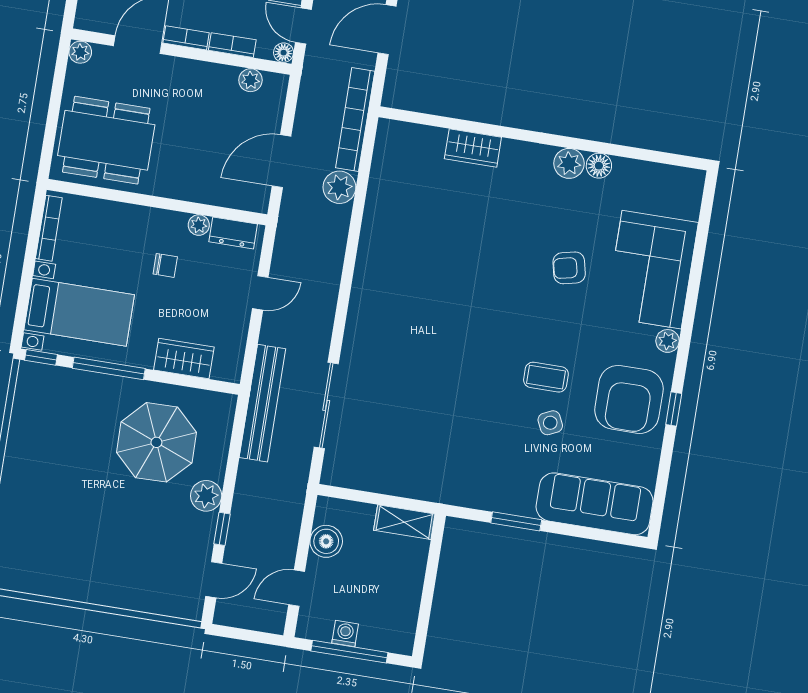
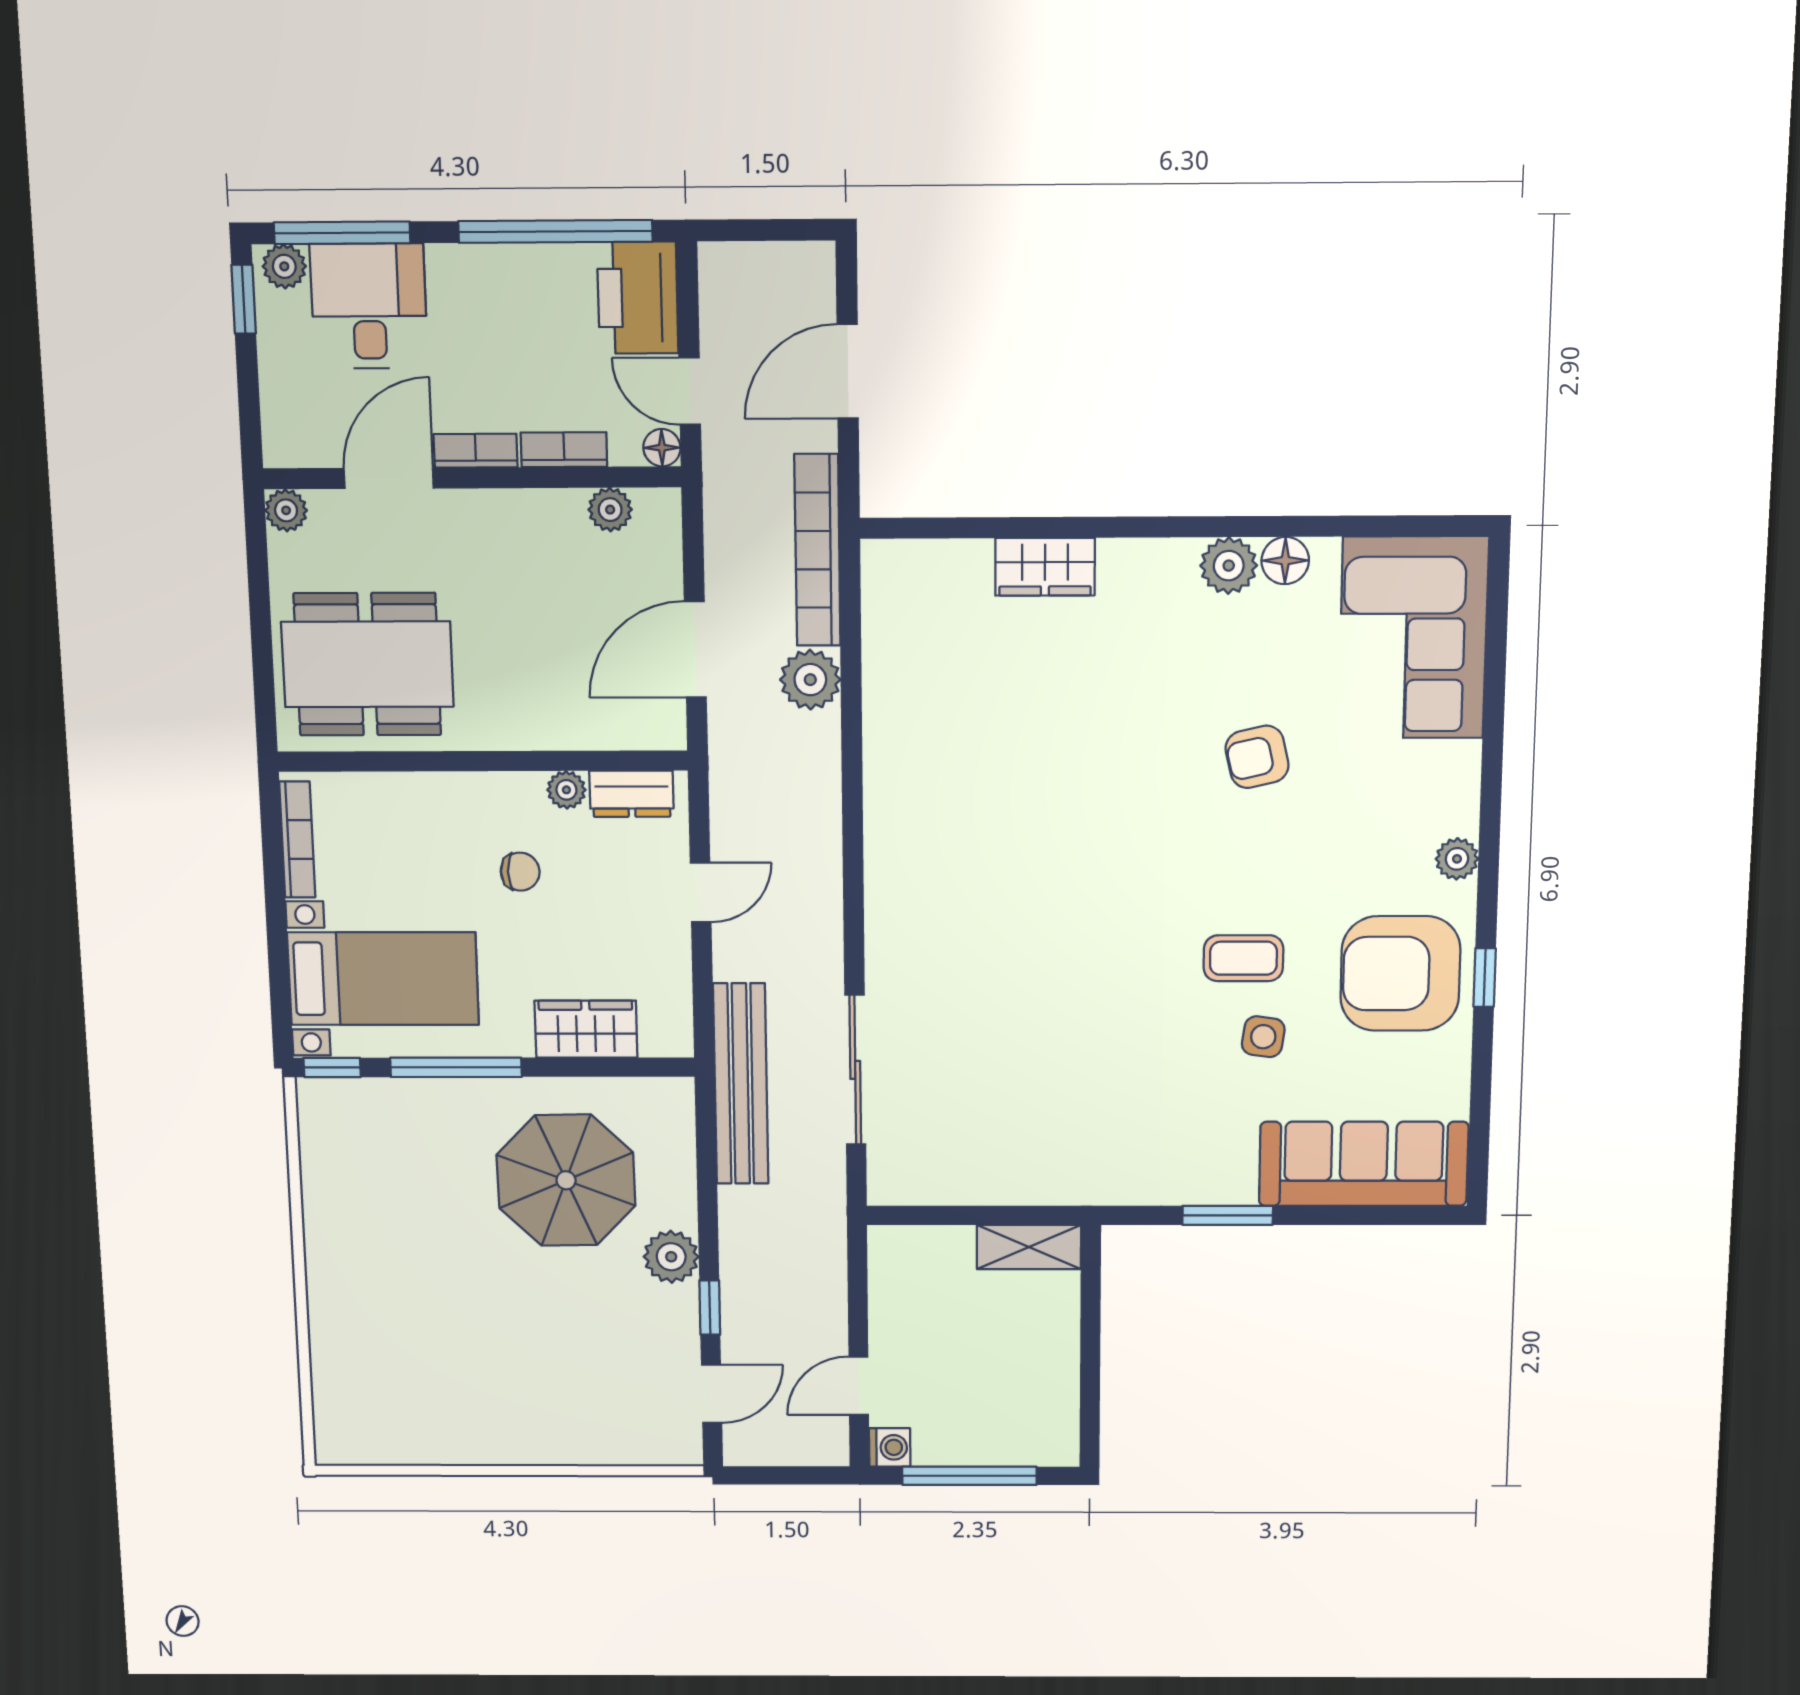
corner sofa: (652, 270) -> (1413, 638), moved
armchair: (629, 399) -> (1400, 973), turned 90
side table: (550, 423) -> (1263, 1037), turned 33
boiler: (326, 541) -> (896, 1300), removed
washing machine: (345, 634) -> (890, 1447), moved, turned 90

